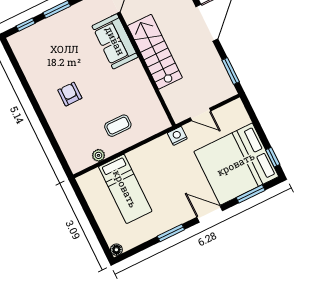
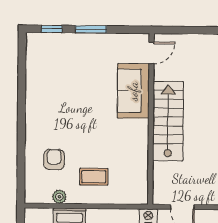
armchair: (70, 94) -> (54, 159), moved

